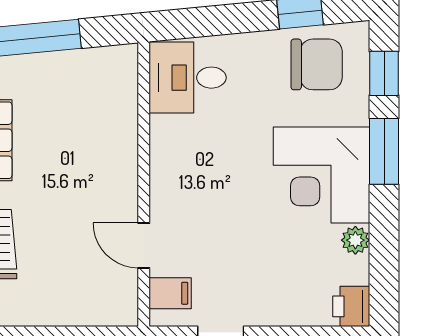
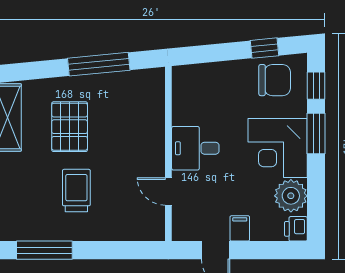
desk: (188, 78) -> (195, 148), moved
plant: (355, 240) -> (291, 196), width x1.87, depth x1.87
filing cabinet: (170, 293) -> (240, 228), moved, turned -90

